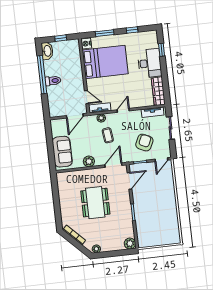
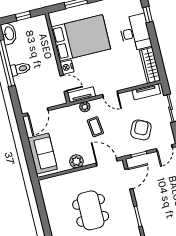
nightstand: (86, 44) -> (67, 67), moved
door: (123, 110) -> (110, 94), swing flipped
door: (75, 116) -> (38, 112), moved
door: (113, 165) -> (107, 162), hinge flipped

